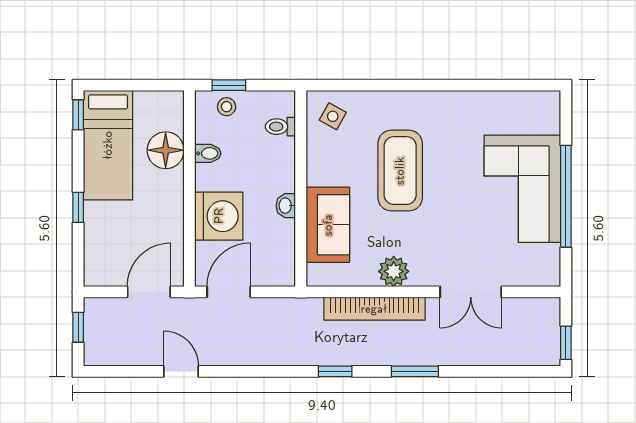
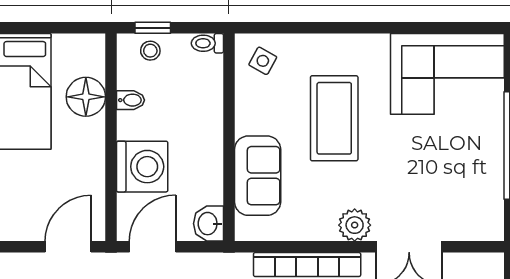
toilet: (280, 127) -> (207, 43), moved
corner sofa: (522, 189) -> (447, 74), moved, turned -90
washbasin: (286, 206) -> (208, 224), moved, width x1.38, depth x1.45
plant: (394, 271) -> (355, 225), moved

